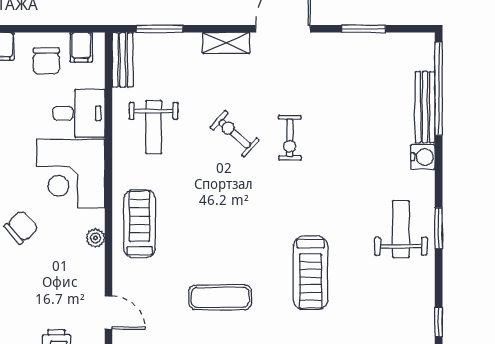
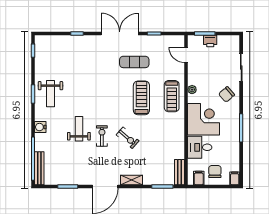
bench: (425, 107) -> (39, 168), moved
weight bench: (154, 127) -> (79, 129), moved
treadmill: (311, 273) -> (141, 98), moved

